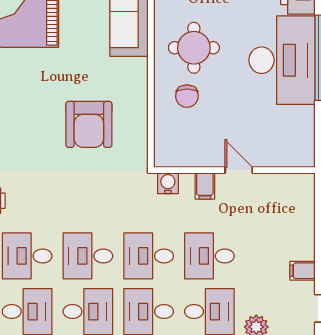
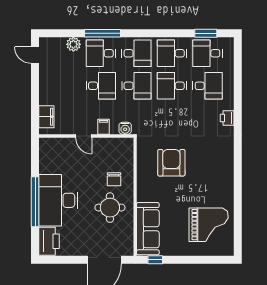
chair: (187, 96) -> (114, 179), turned 180
desk: (88, 256) -> (172, 86), turned 180
filing cabinet: (303, 271) -> (46, 117), moved, width x2.00

